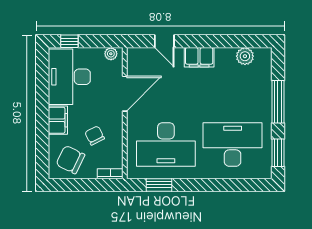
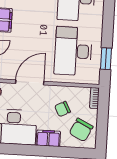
door: (125, 94) -> (30, 82), hinge flipped
desk: (166, 144) -> (73, 51), turned 180

